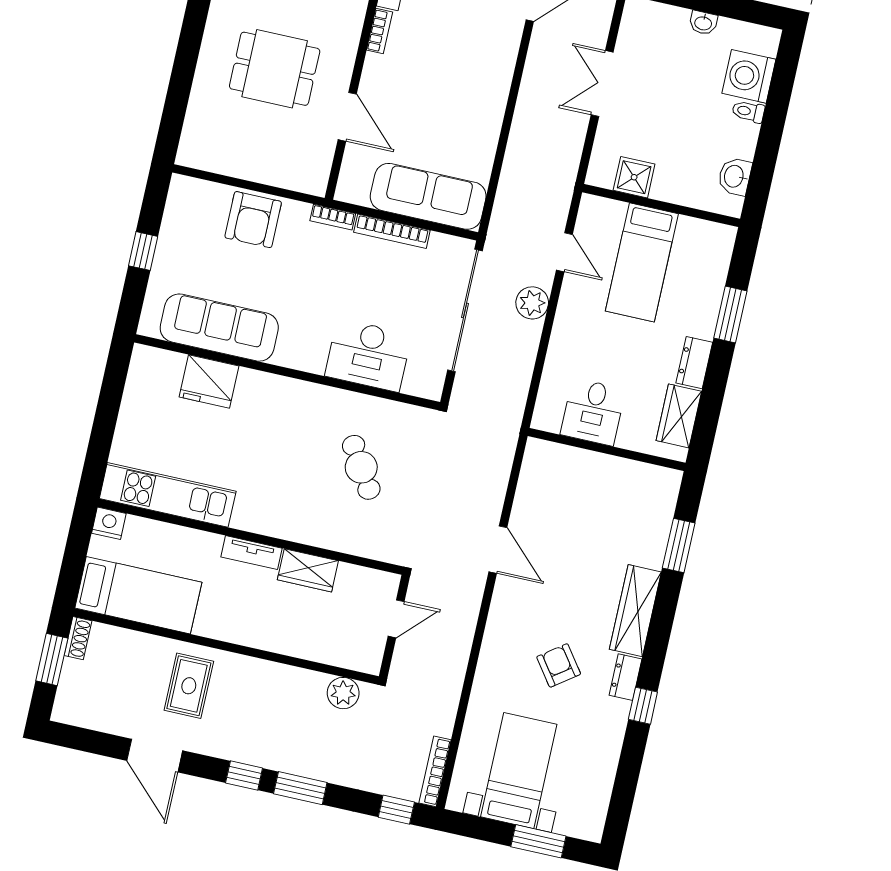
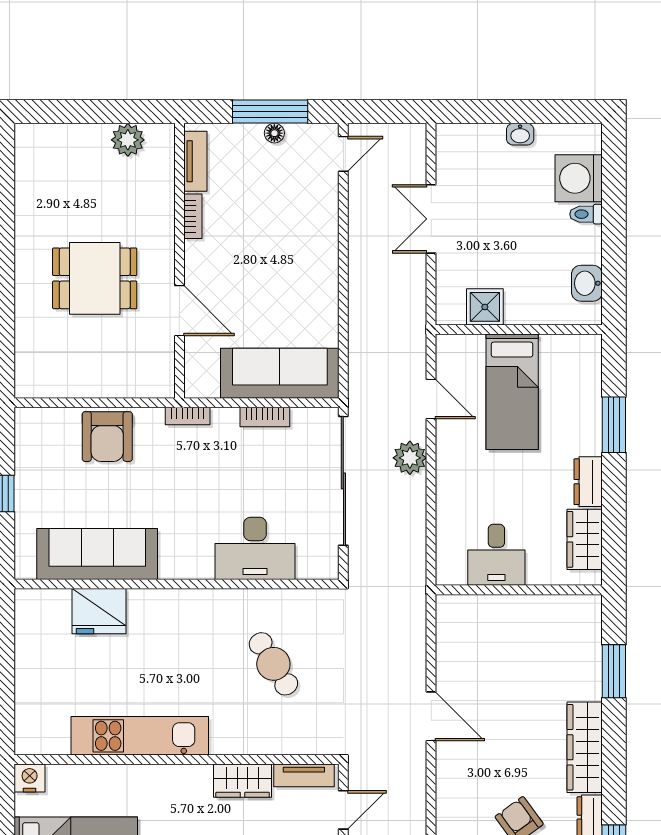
bookcase: (392, 231) -> (265, 417), width x0.64
kitchen unit: (168, 495) -> (140, 736), moved
tv unit: (251, 553) -> (304, 775), moved

